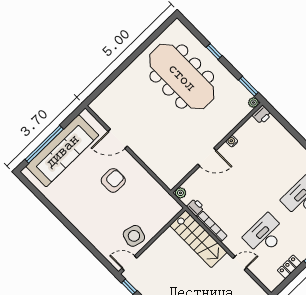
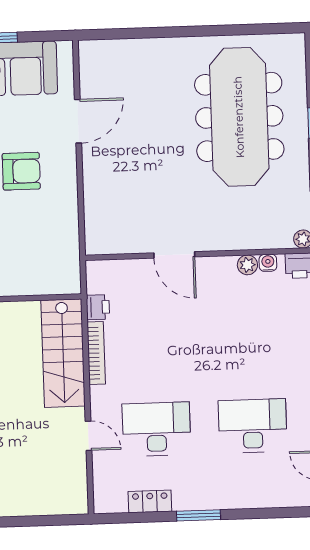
door: (118, 139) -> (78, 121), swing flipped
water cooler: (232, 141) -> (268, 263), moved
plant: (180, 193) -> (247, 265), moved

